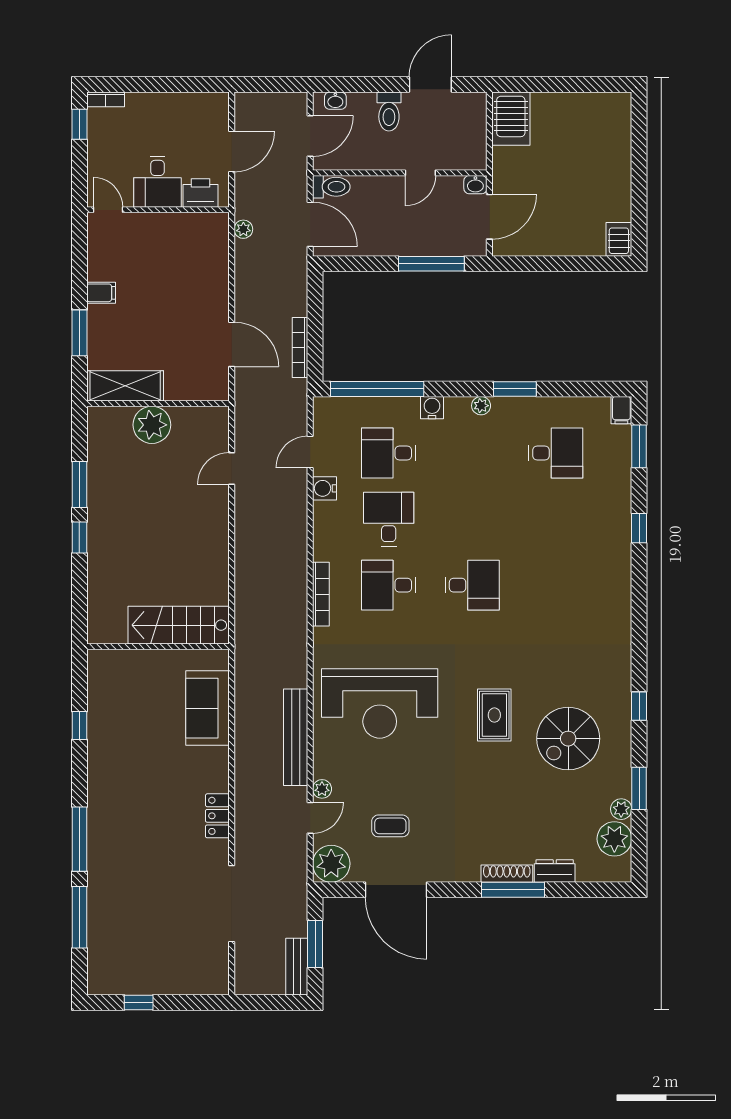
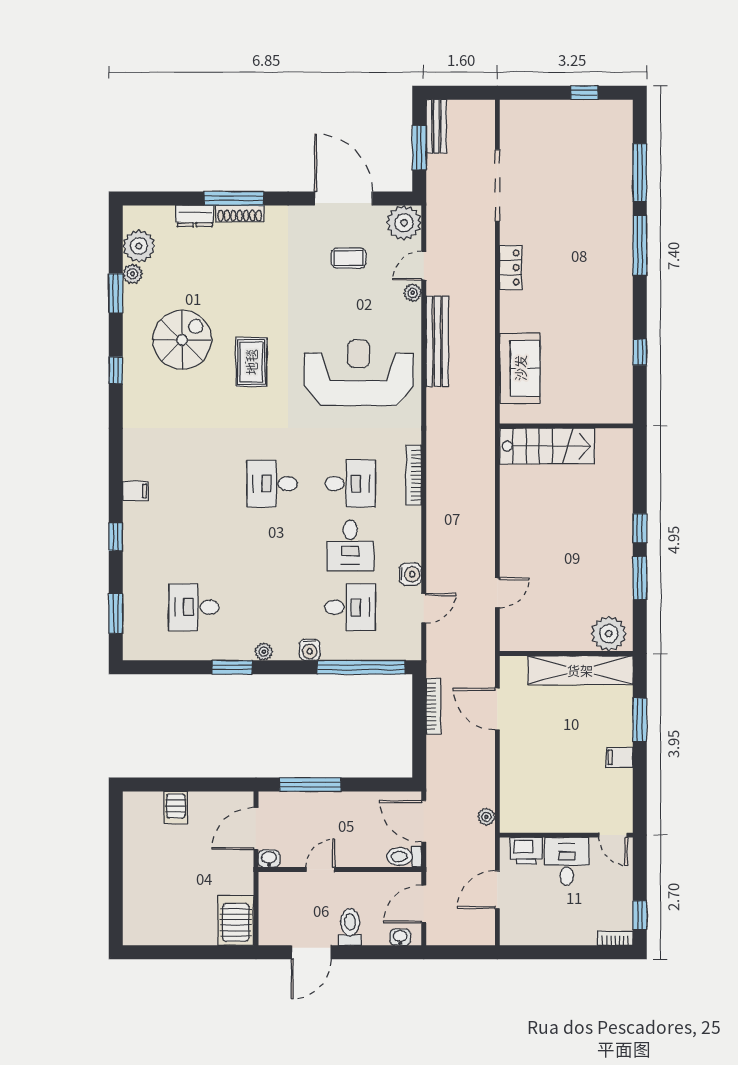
server rack: (619, 239) -> (176, 807), moved
shelving: (125, 386) -> (580, 670), width x1.47
filing cabinet: (621, 410) -> (136, 491), moved, turned 90
plant: (152, 425) -> (609, 634), moved

